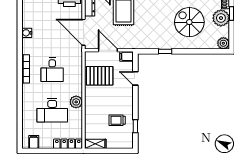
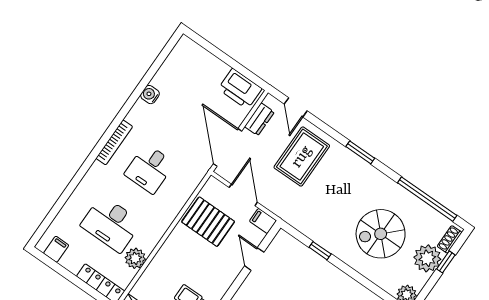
spiral stairs: (189, 22) -> (381, 234), turned -90
plant: (76, 102) -> (135, 258), moved

